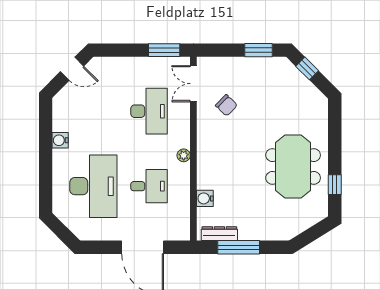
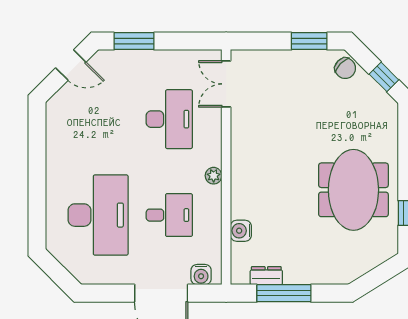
window: (164, 50) -> (134, 41), moved
window: (307, 68) -> (384, 77), moved
chair: (226, 105) -> (345, 68), moved
water cooler: (60, 140) -> (201, 275), moved, turned -90
dresser: (219, 234) -> (266, 276), width x0.70

